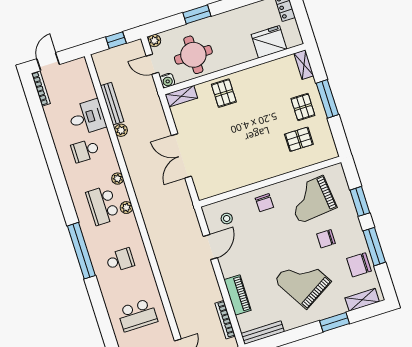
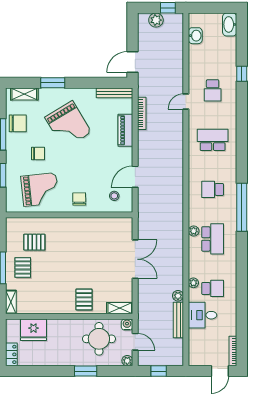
plant: (118, 179) -> (193, 283), moved

